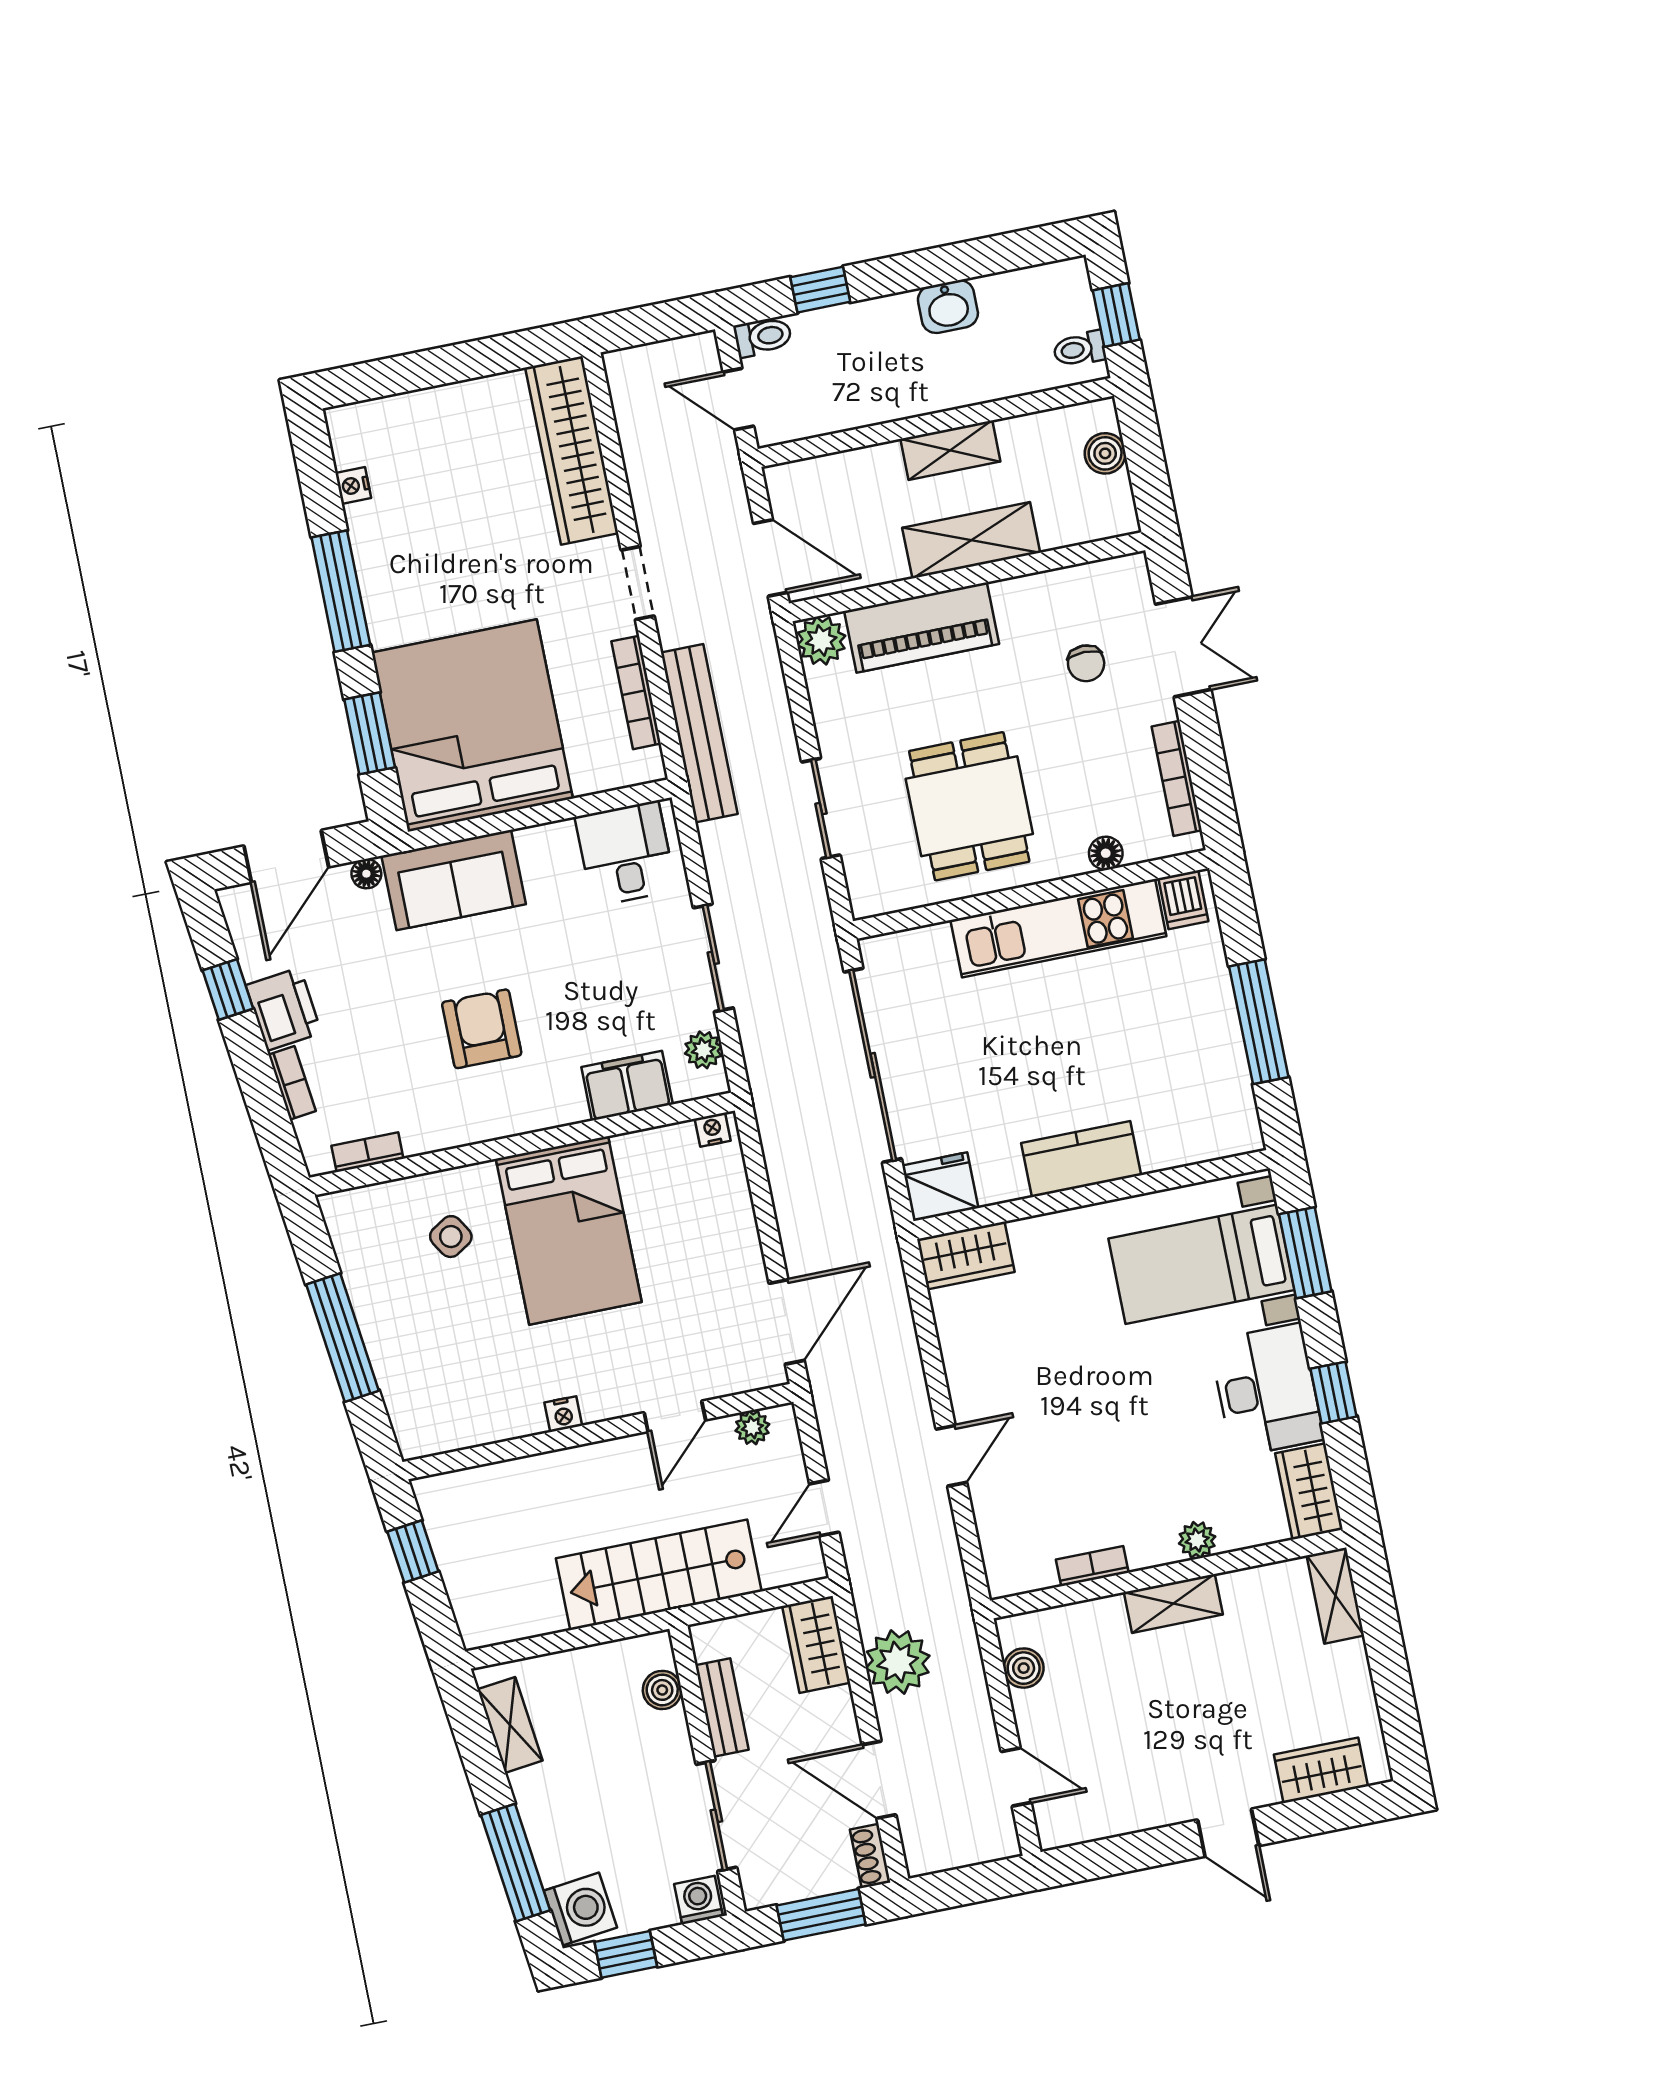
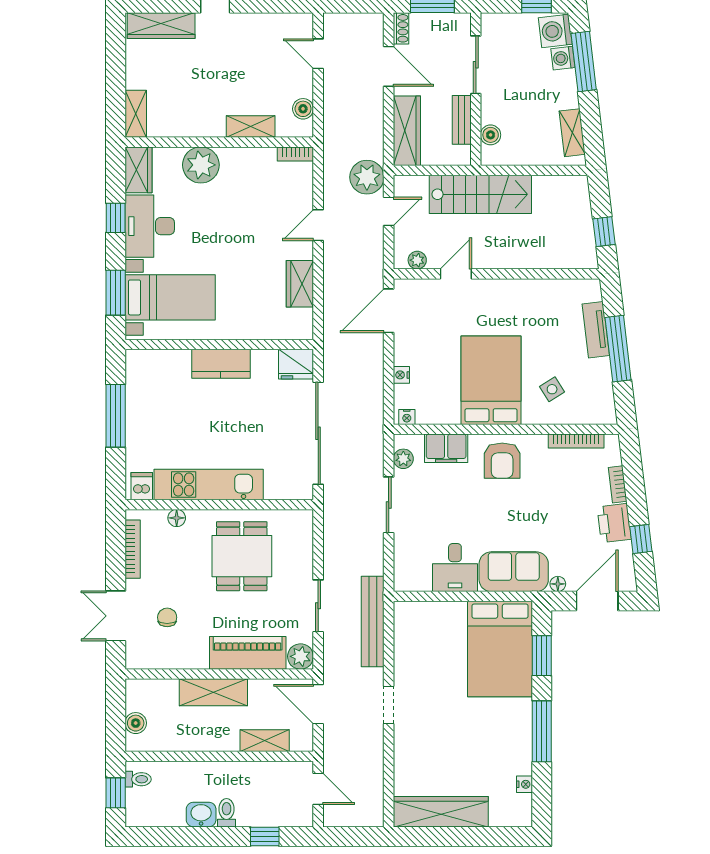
toilet: (763, 337) -> (227, 813), moved, turned 90
wardrobe: (572, 450) -> (441, 812), moved, turned -90
shelving: (950, 450) -> (265, 741), moved
bookcase: (636, 692) -> (401, 649), removed
bed: (472, 726) -> (500, 649), width x0.73
sliding door: (821, 809) -> (318, 606), moved
desk: (625, 853) -> (455, 568), moved
armchair: (482, 1029) -> (502, 461), moved
bookcase: (367, 1152) -> (576, 441), width x1.56
wardrobe: (966, 1255) -> (300, 284), moved, turned -90
tv unit: (391, 1365) -> (596, 330), added
nightstand: (563, 1414) -> (401, 375), moved, turned -90
plant: (1197, 1540) -> (201, 165), width x1.87, depth x1.87
bookcase: (1092, 1566) -> (295, 154), moved
shelving: (1173, 1603) -> (251, 126), moved
wardrobe: (816, 1644) -> (407, 131), width x1.50
plant: (898, 1662) -> (367, 177), moved
wardrobe: (1321, 1770) -> (161, 26), width x1.50
washing machine: (699, 1900) -> (563, 58), moved, turned 83

